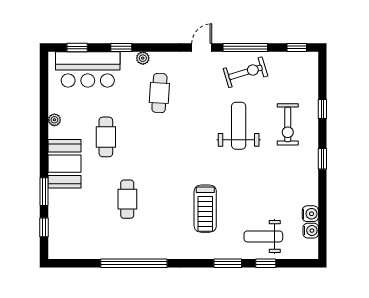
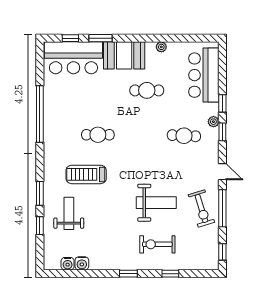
window: (77, 47) -> (222, 132), moved
cafe table: (127, 199) -> (98, 135), moved
bar counter: (67, 224) -> (73, 58), added
weight bench: (263, 236) -> (69, 213), moved

